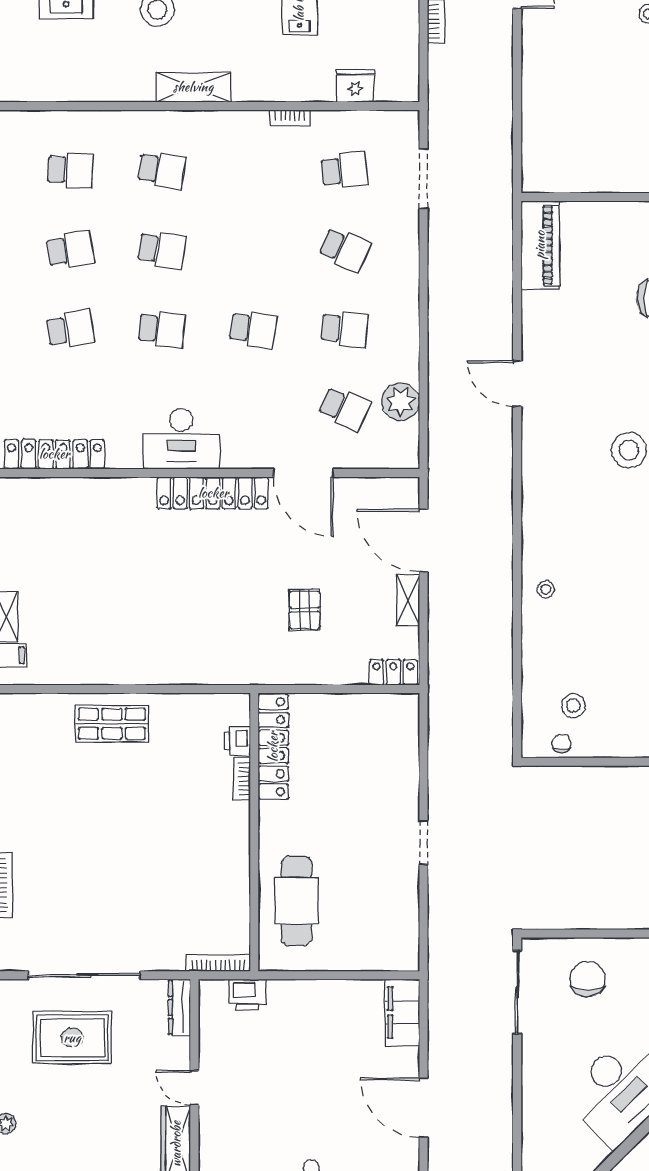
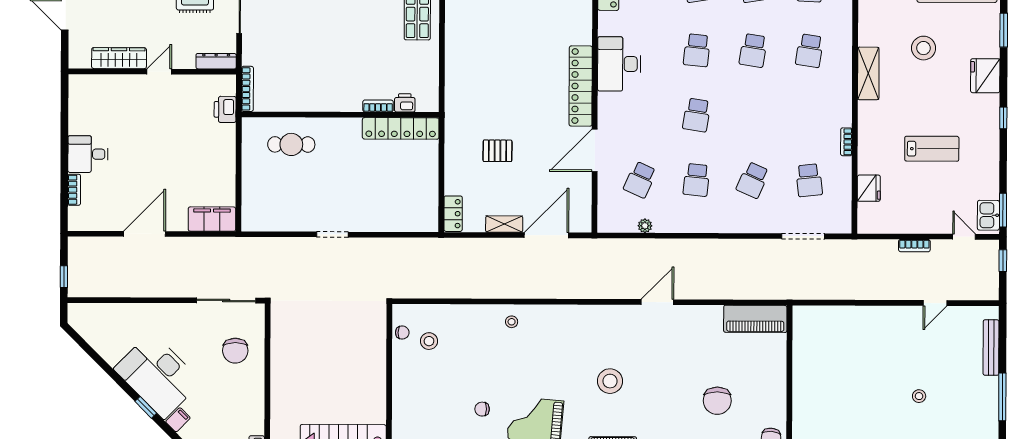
plant: (401, 402) -> (645, 226), width x0.53, depth x0.53
cafe table: (297, 901) -> (291, 144), width x0.73, depth x0.74
chair: (588, 979) -> (235, 351), turned 90

